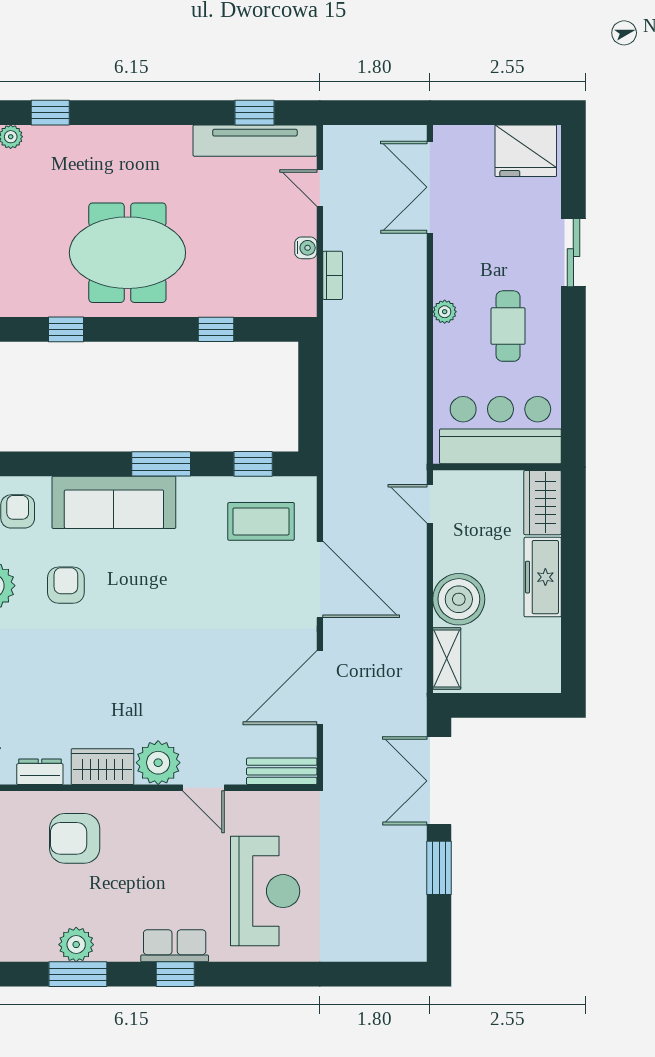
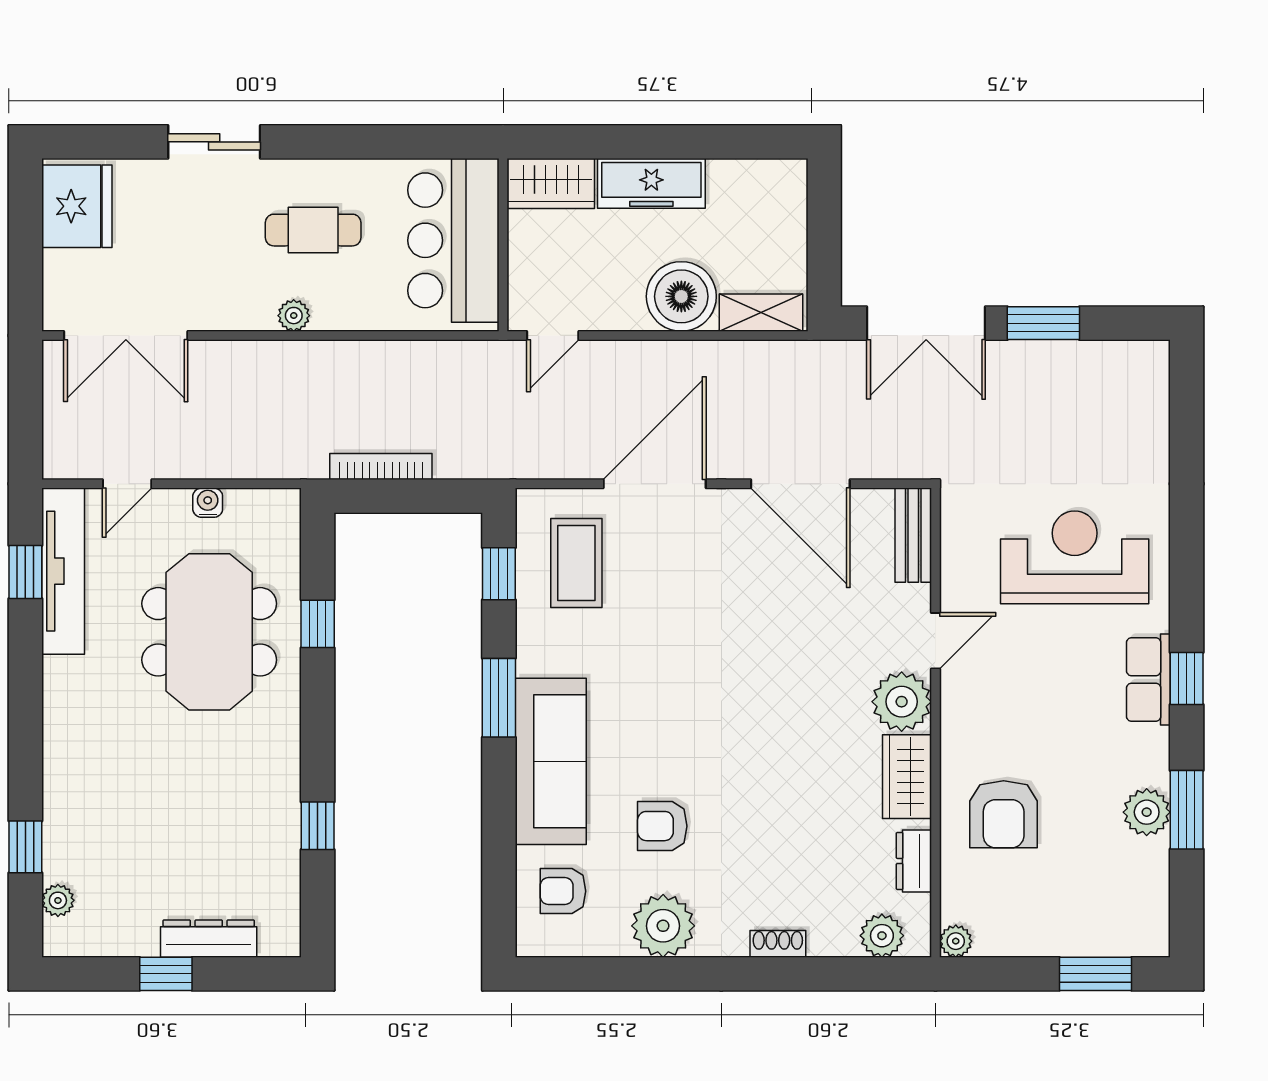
meeting table: (127, 253) -> (209, 632), moved
bookcase: (333, 275) -> (381, 467), moved, width x1.56

